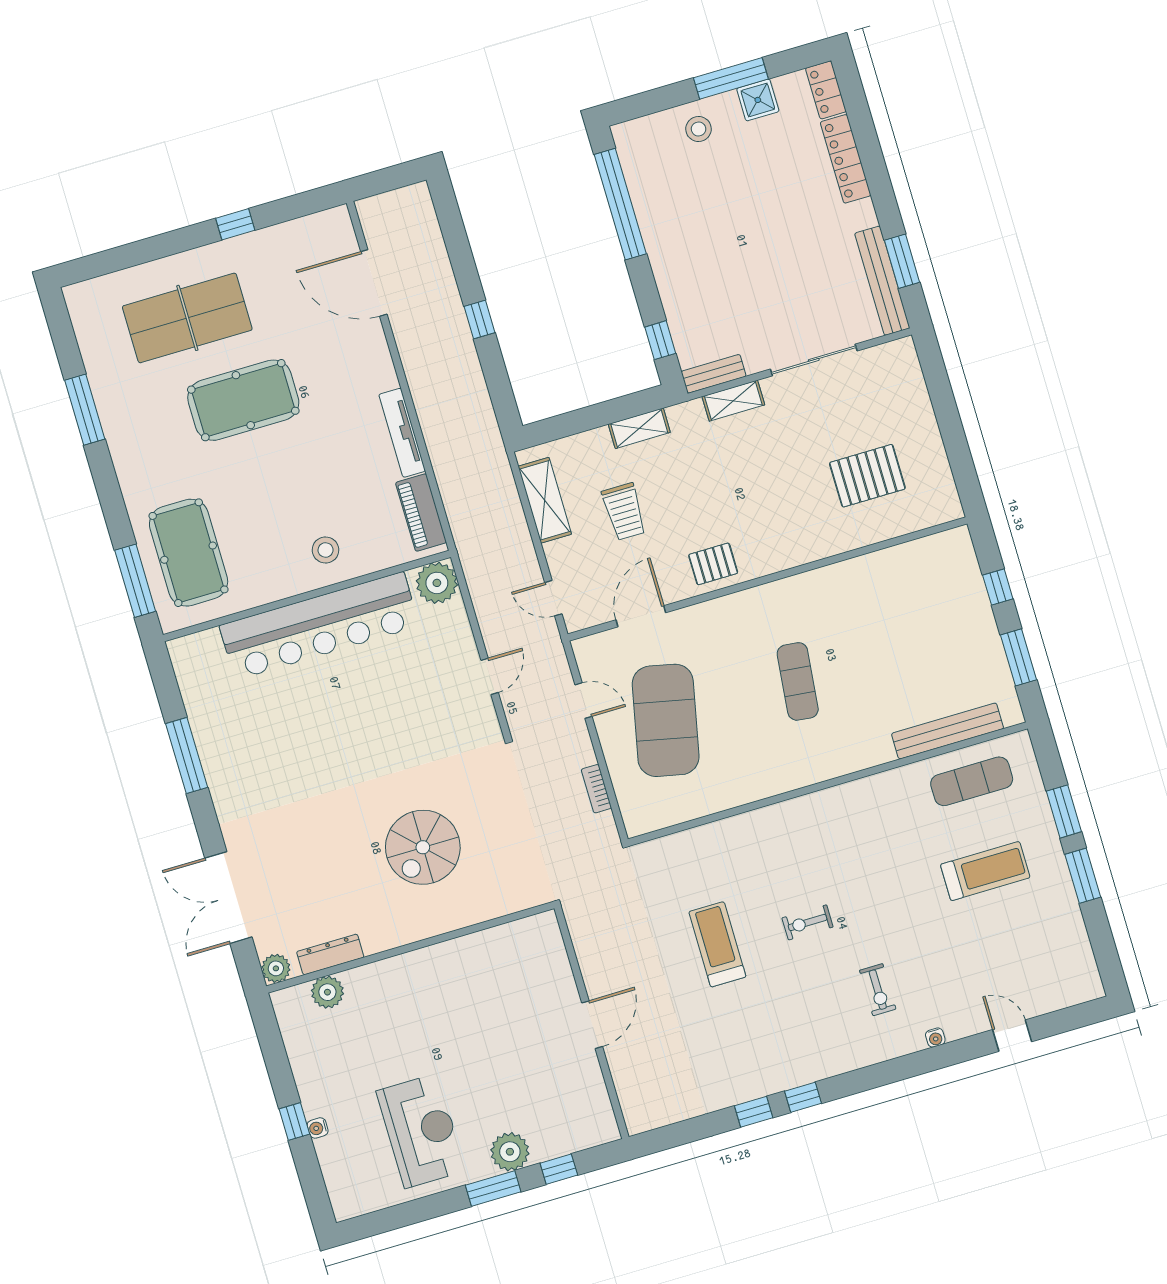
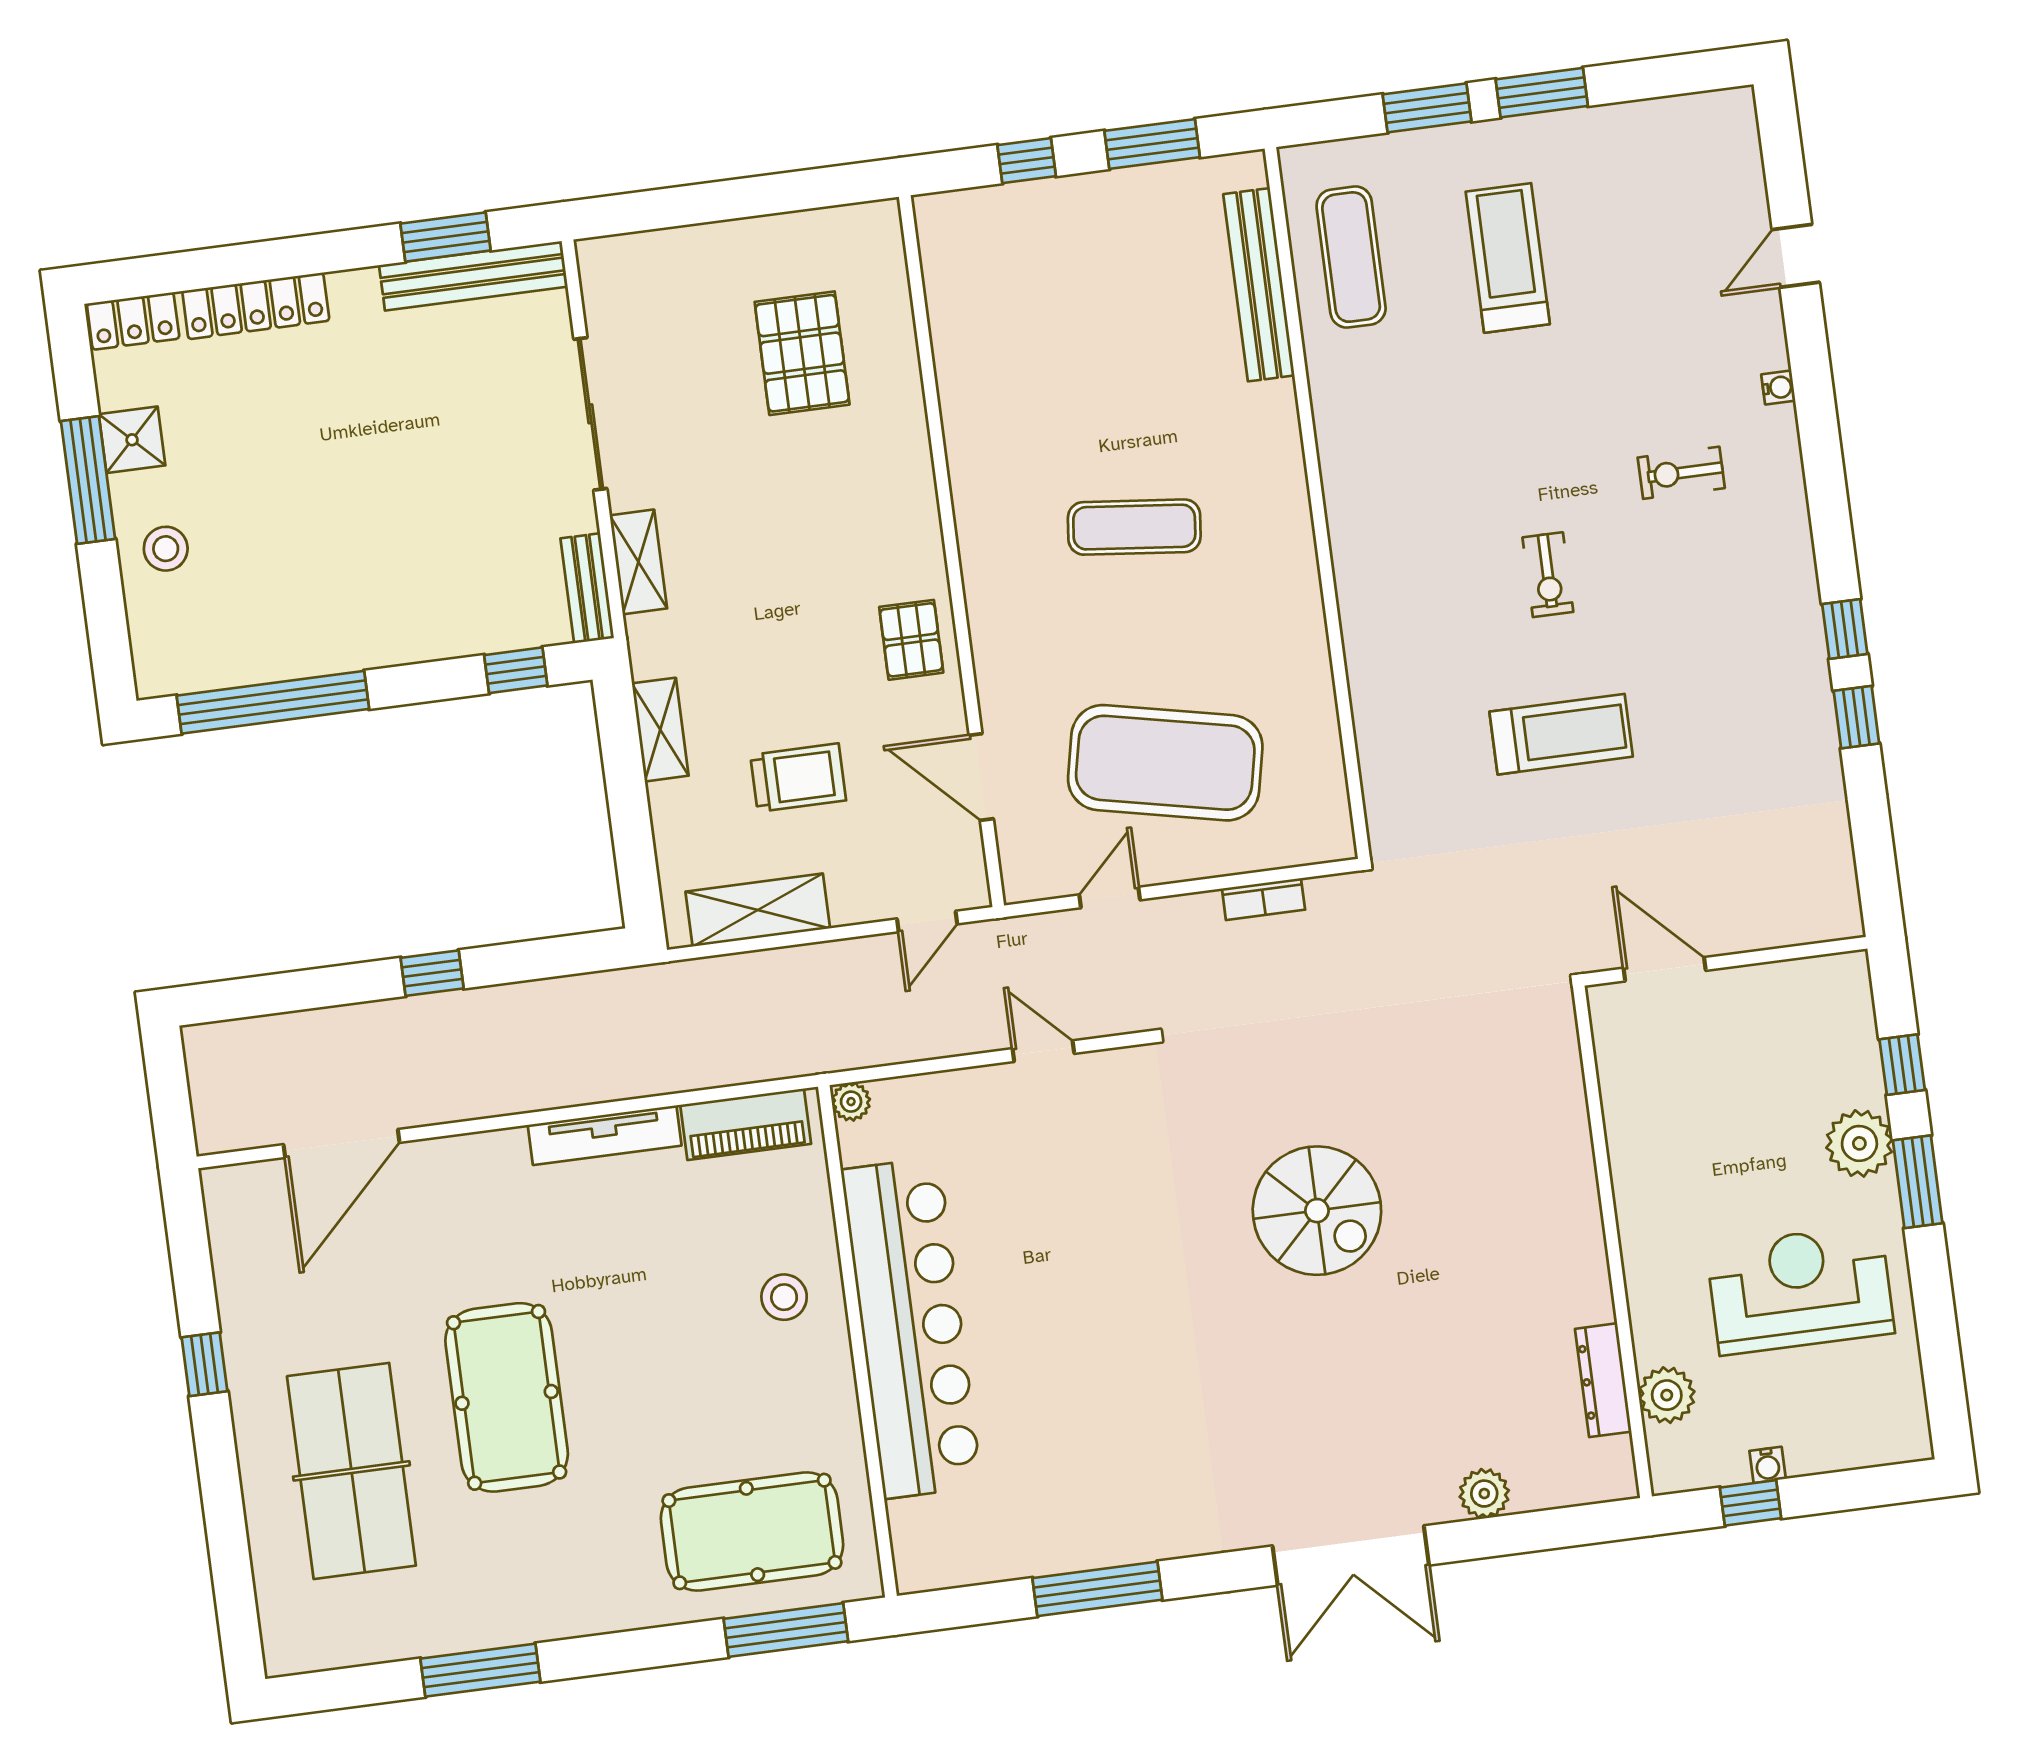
plant: (437, 583) -> (851, 1102), width x0.53, depth x0.53
treadmill: (717, 944) -> (1561, 734), turned 180
wall: (410, 947) -> (1612, 1242), moved
dresser: (330, 954) -> (1603, 1380), moved
exercise bike: (878, 990) -> (1681, 473), turned 180
plant: (327, 992) -> (1667, 1395), moved

